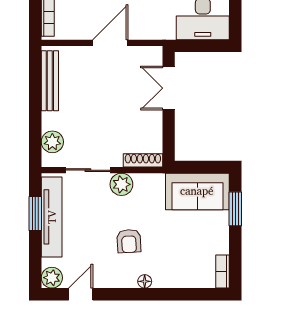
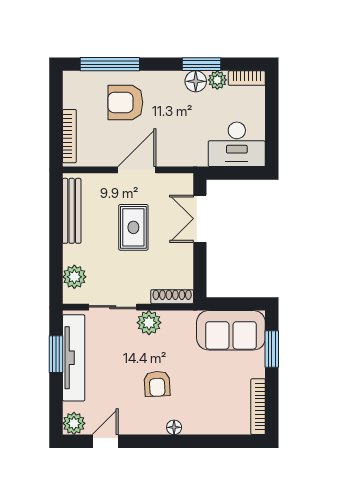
rug: (107, 96) -> (133, 227), added
bookcase: (223, 272) -> (258, 407), width x1.56

